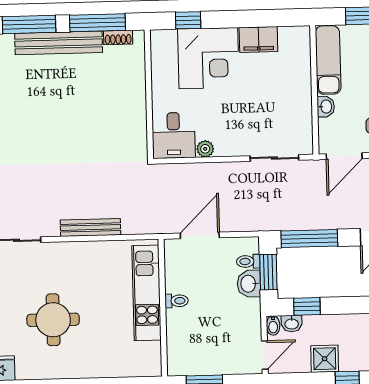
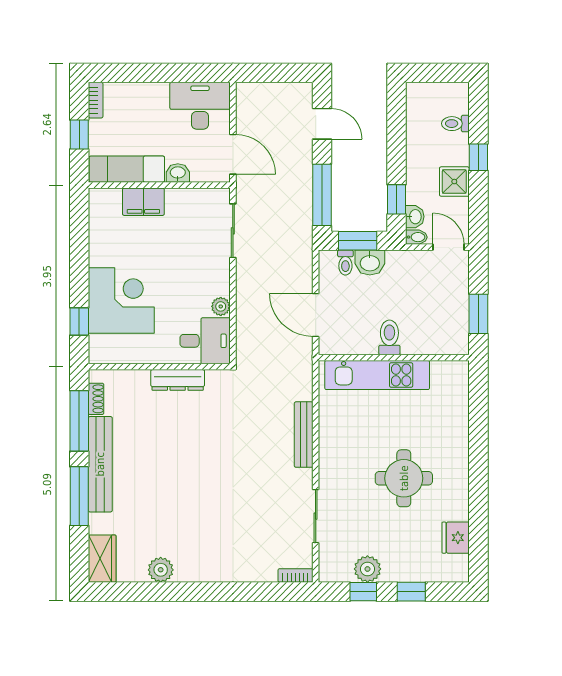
filing cabinet: (258, 39) -> (143, 202), moved, turned 90
dresser: (137, 111) -> (178, 380), added
toilet: (177, 301) -> (389, 337), width x1.37, depth x1.39

